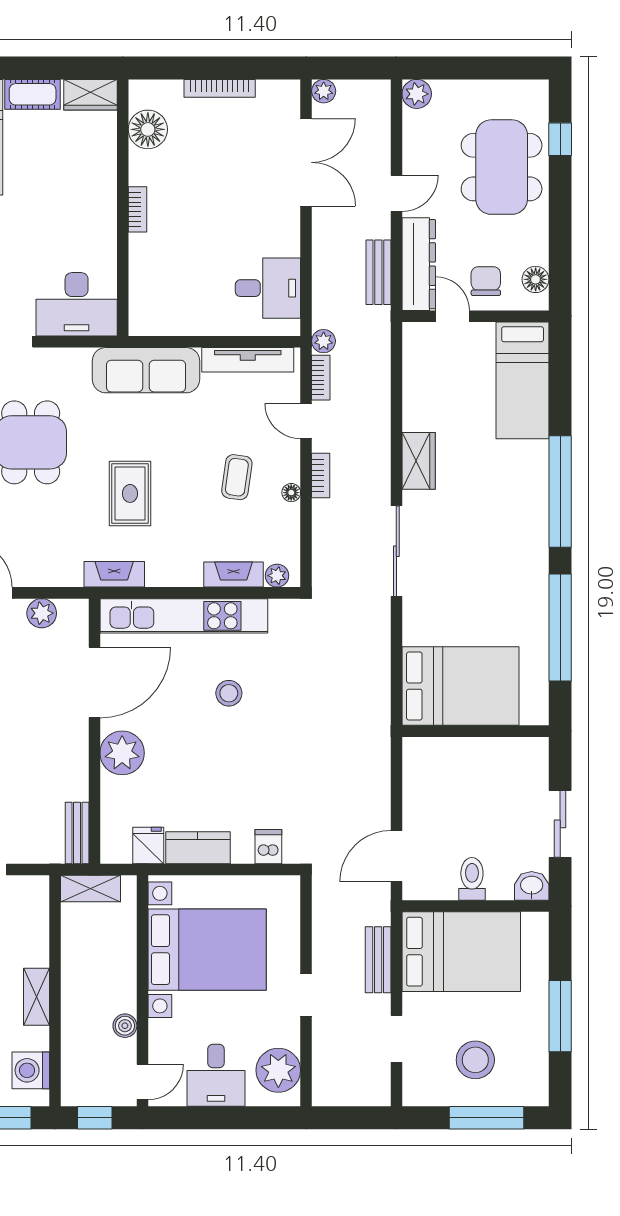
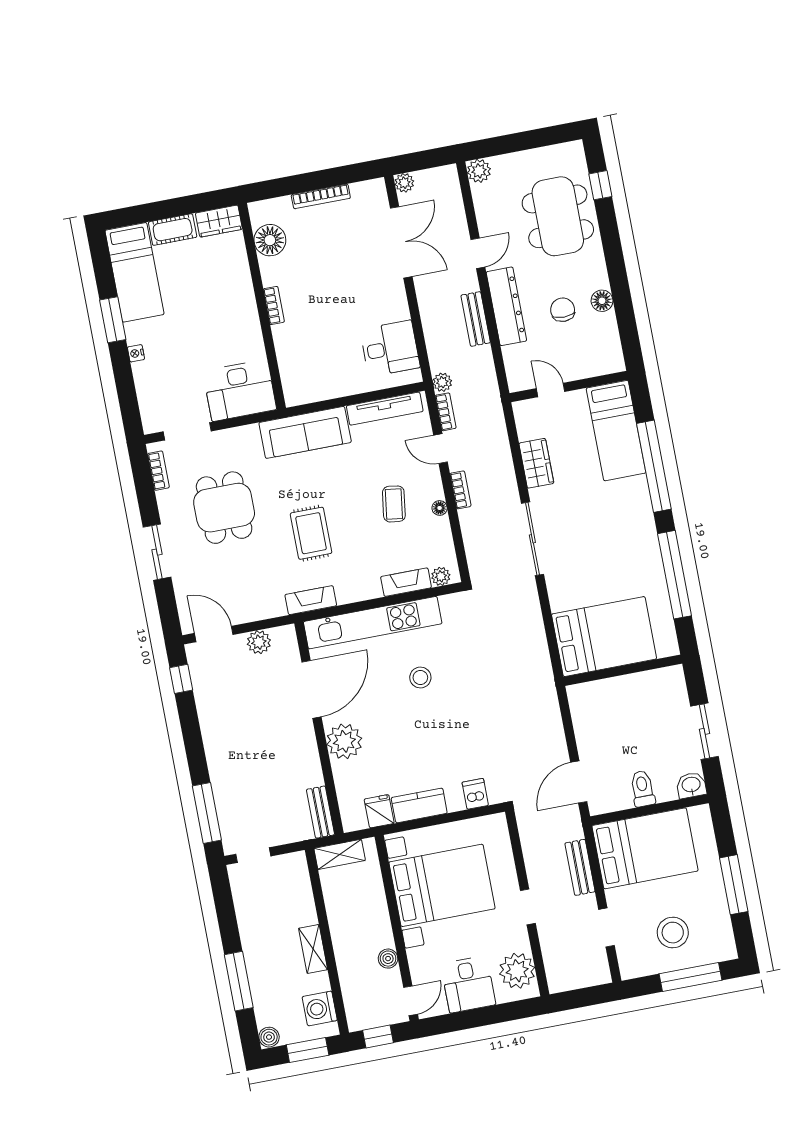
door: (453, 316) -> (551, 390), moved
wall: (475, 316) -> (569, 387), moved
bed: (523, 380) -> (616, 431), moved

